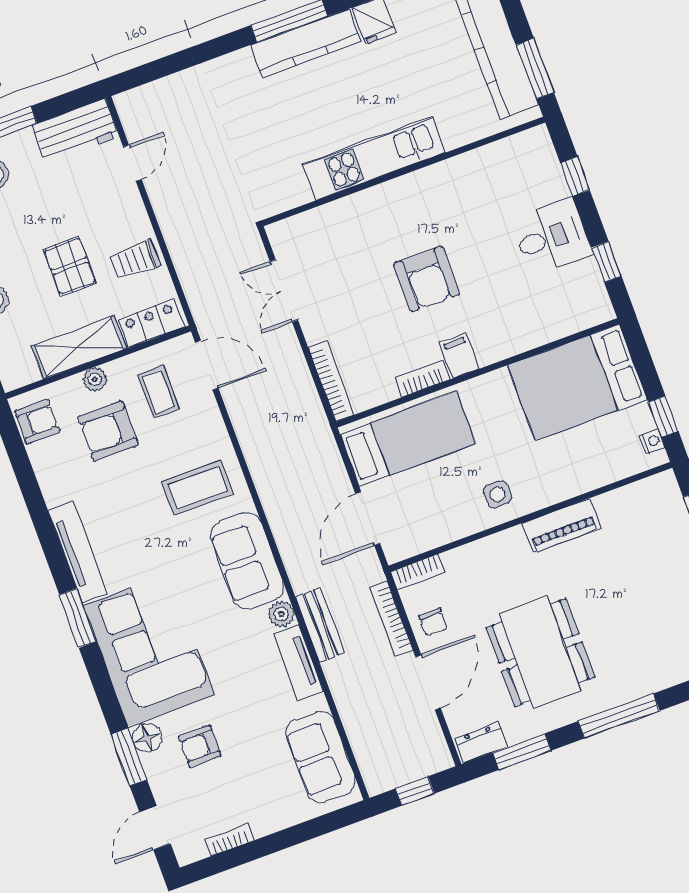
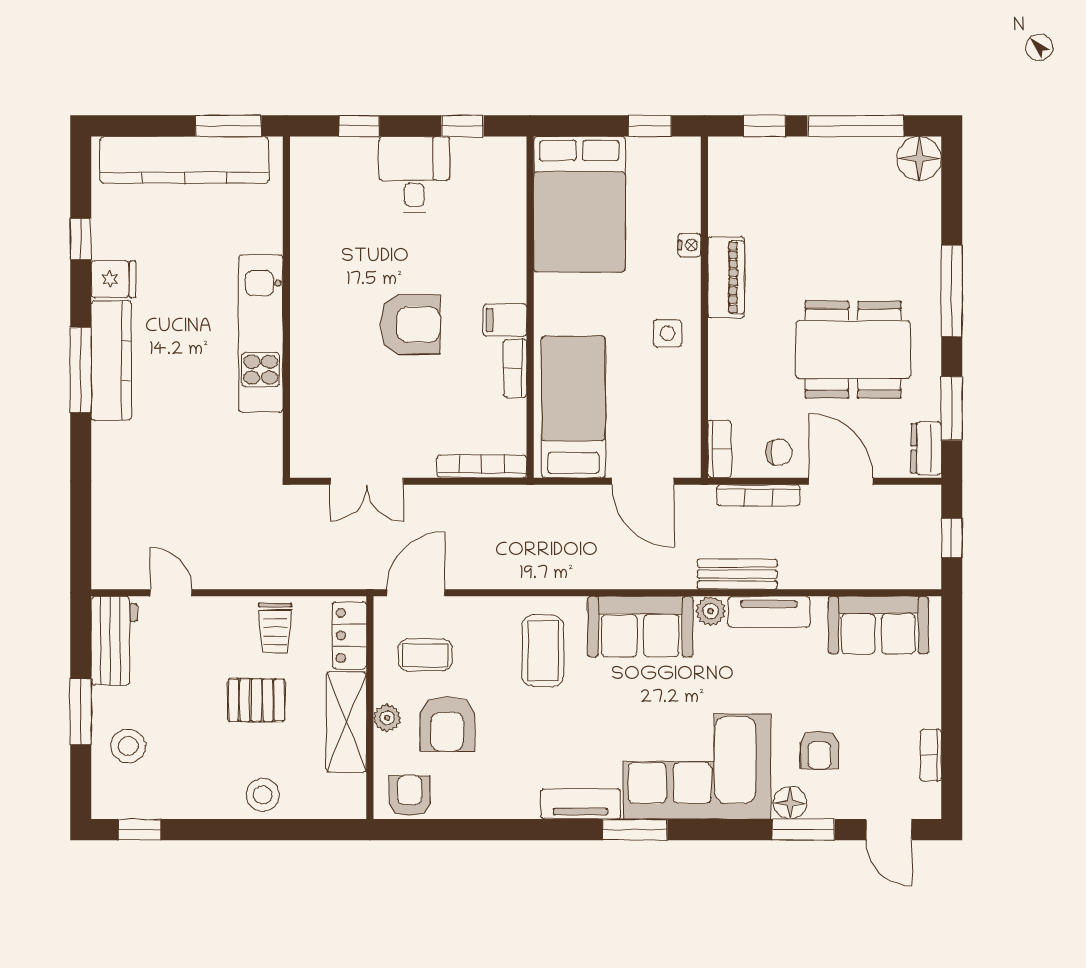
nightstand: (652, 441) -> (690, 245), moved, turned 90
tv unit: (78, 552) -> (581, 804), width x0.71

